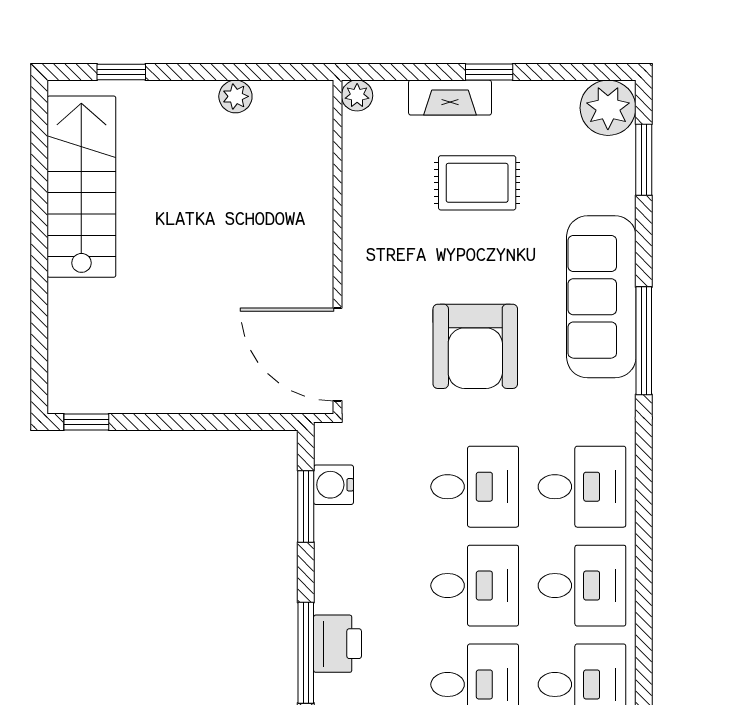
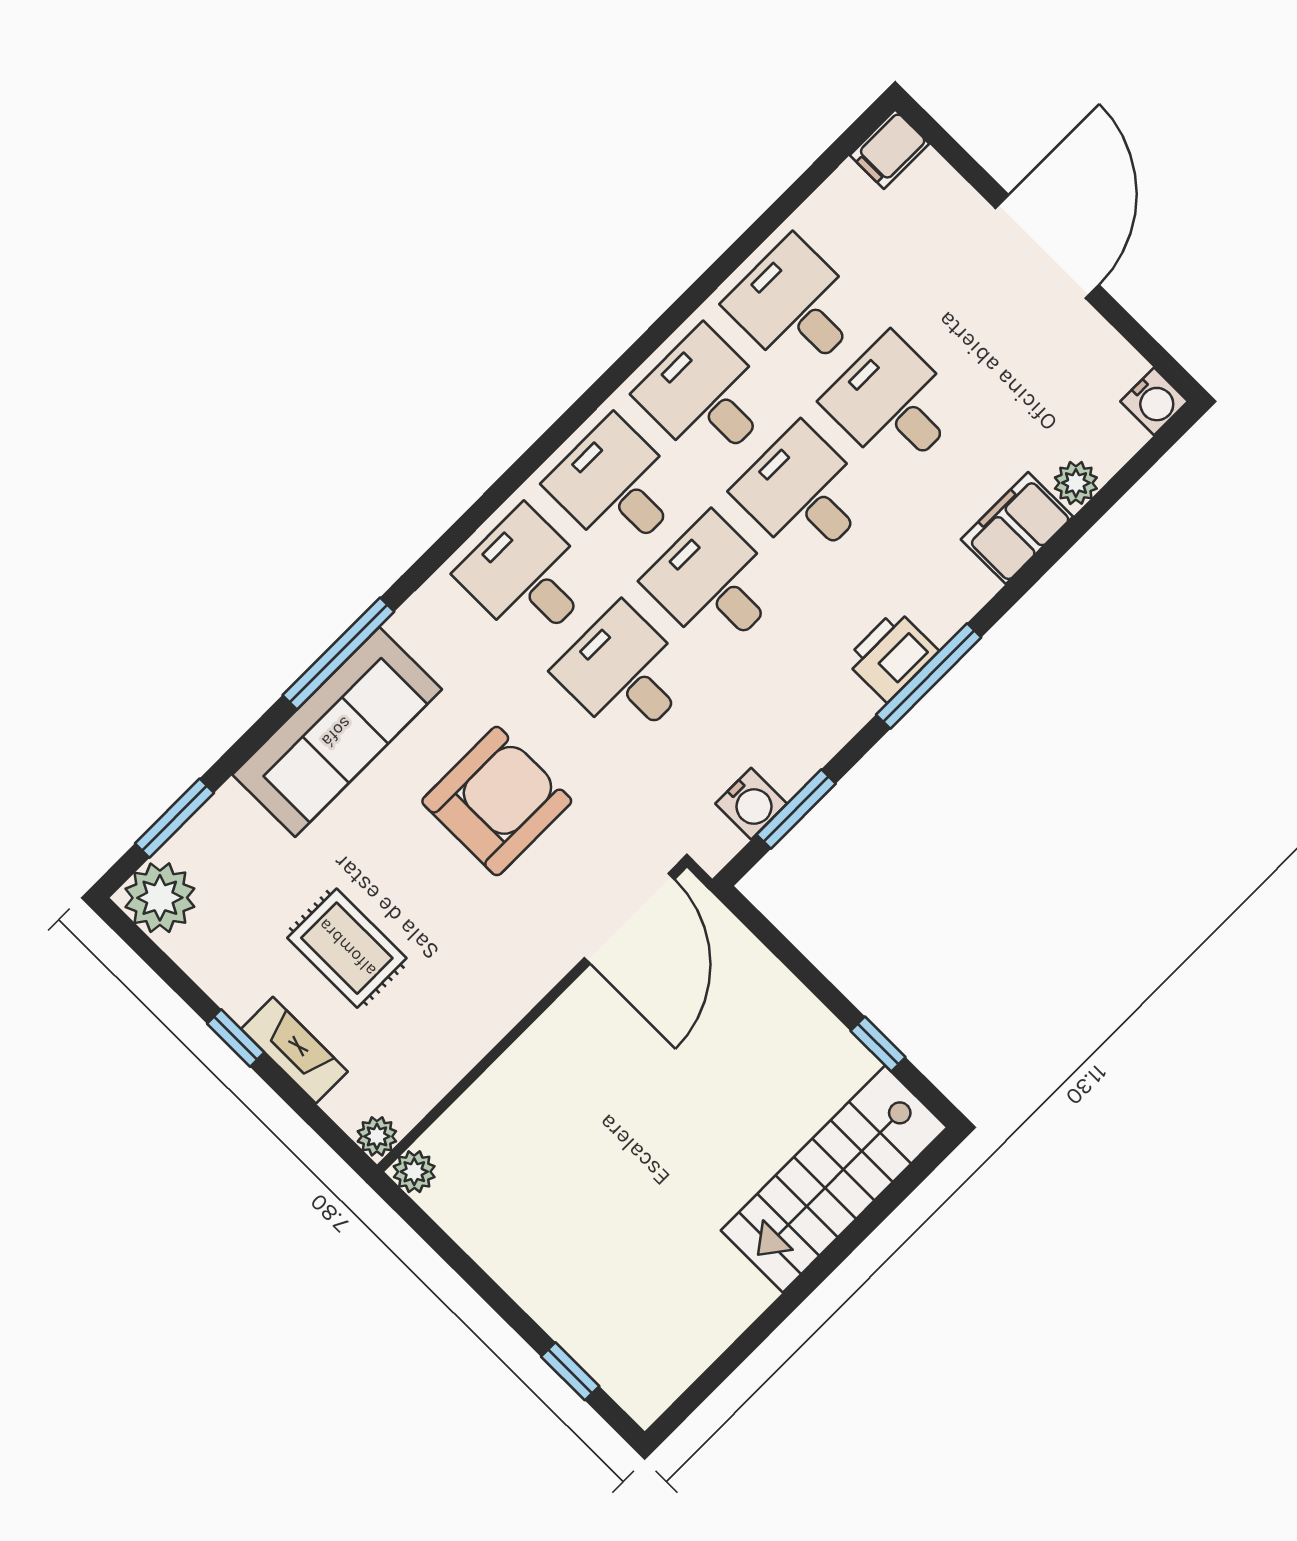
plant: (235, 96) -> (414, 1172), moved
stairs: (81, 187) -> (834, 1179), moved
window: (86, 422) -> (878, 1044), moved

